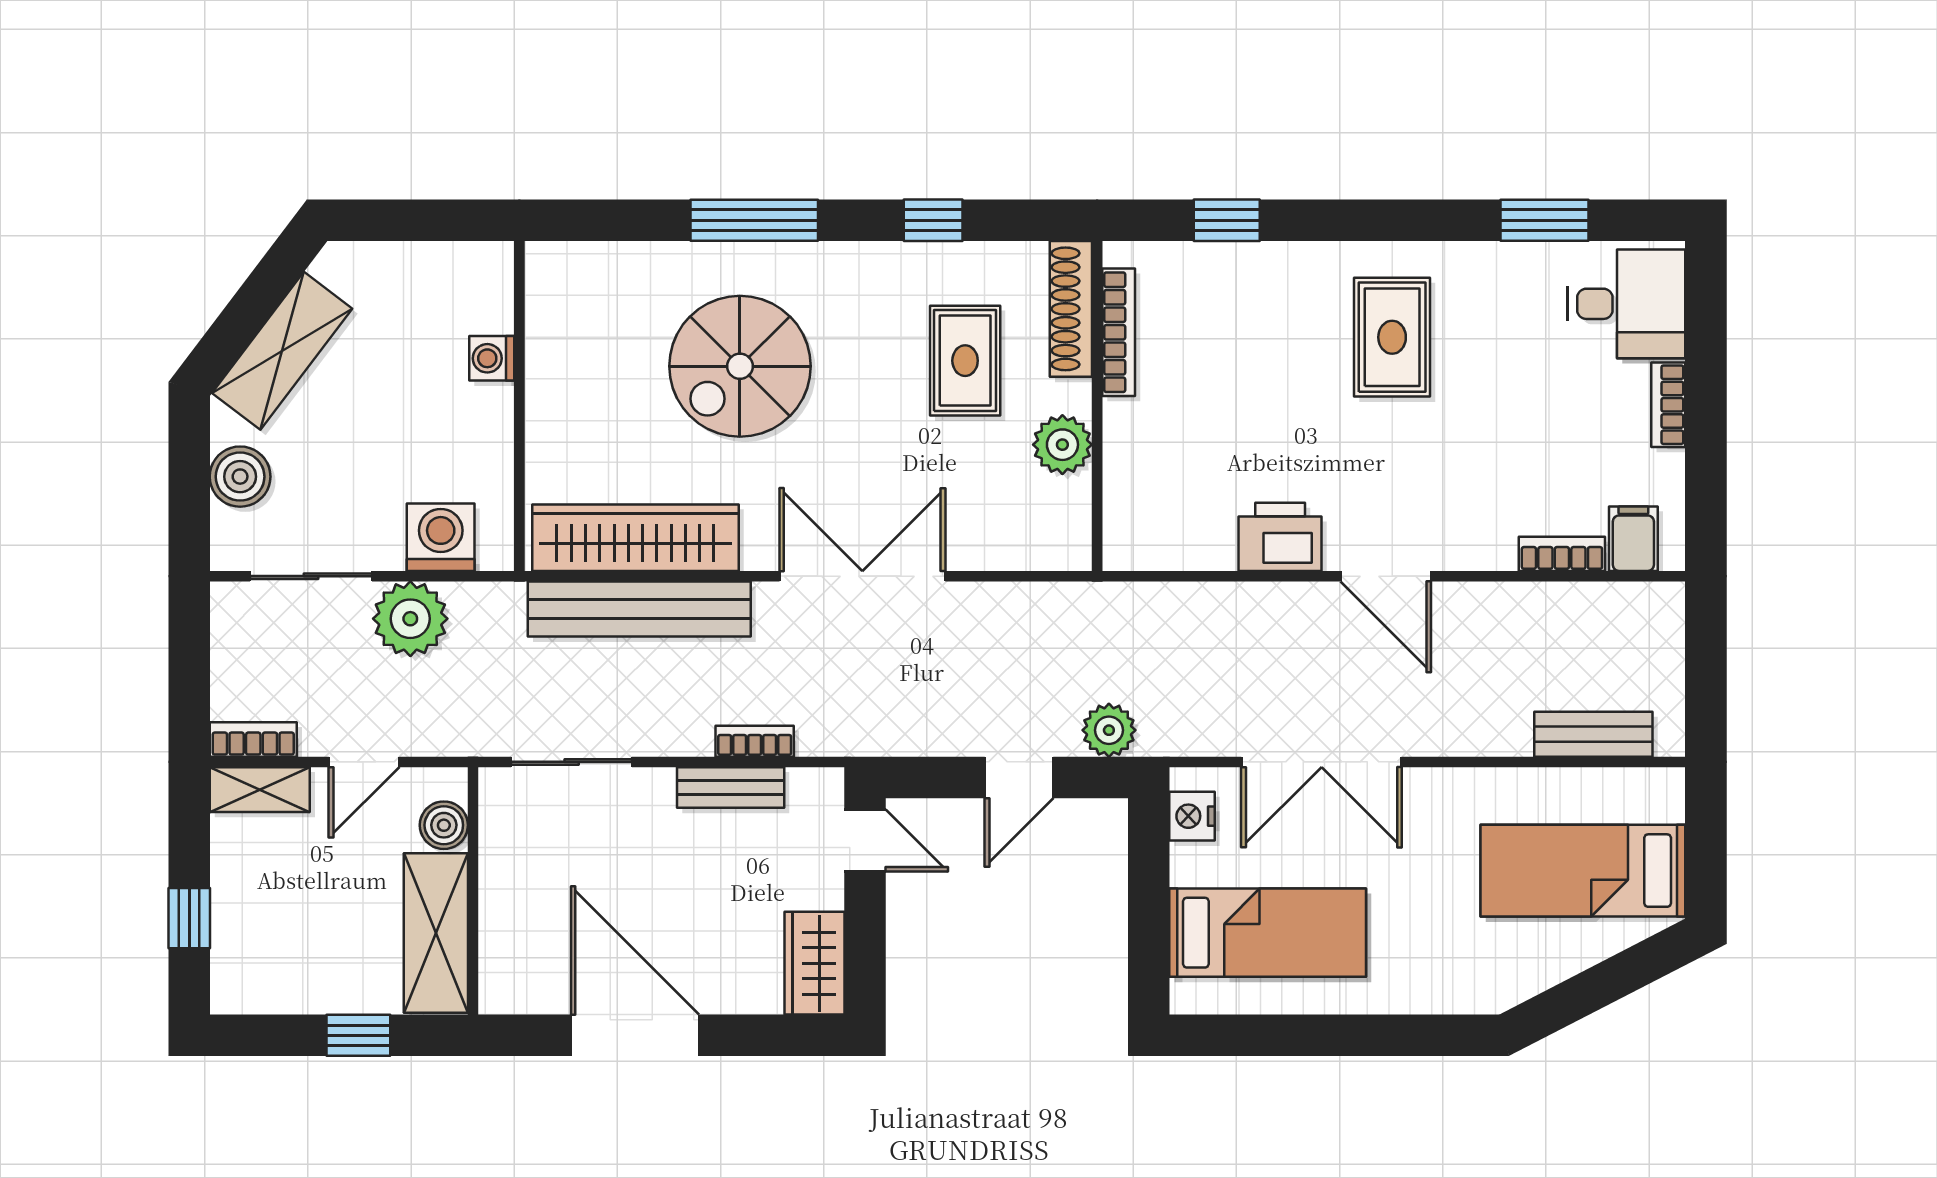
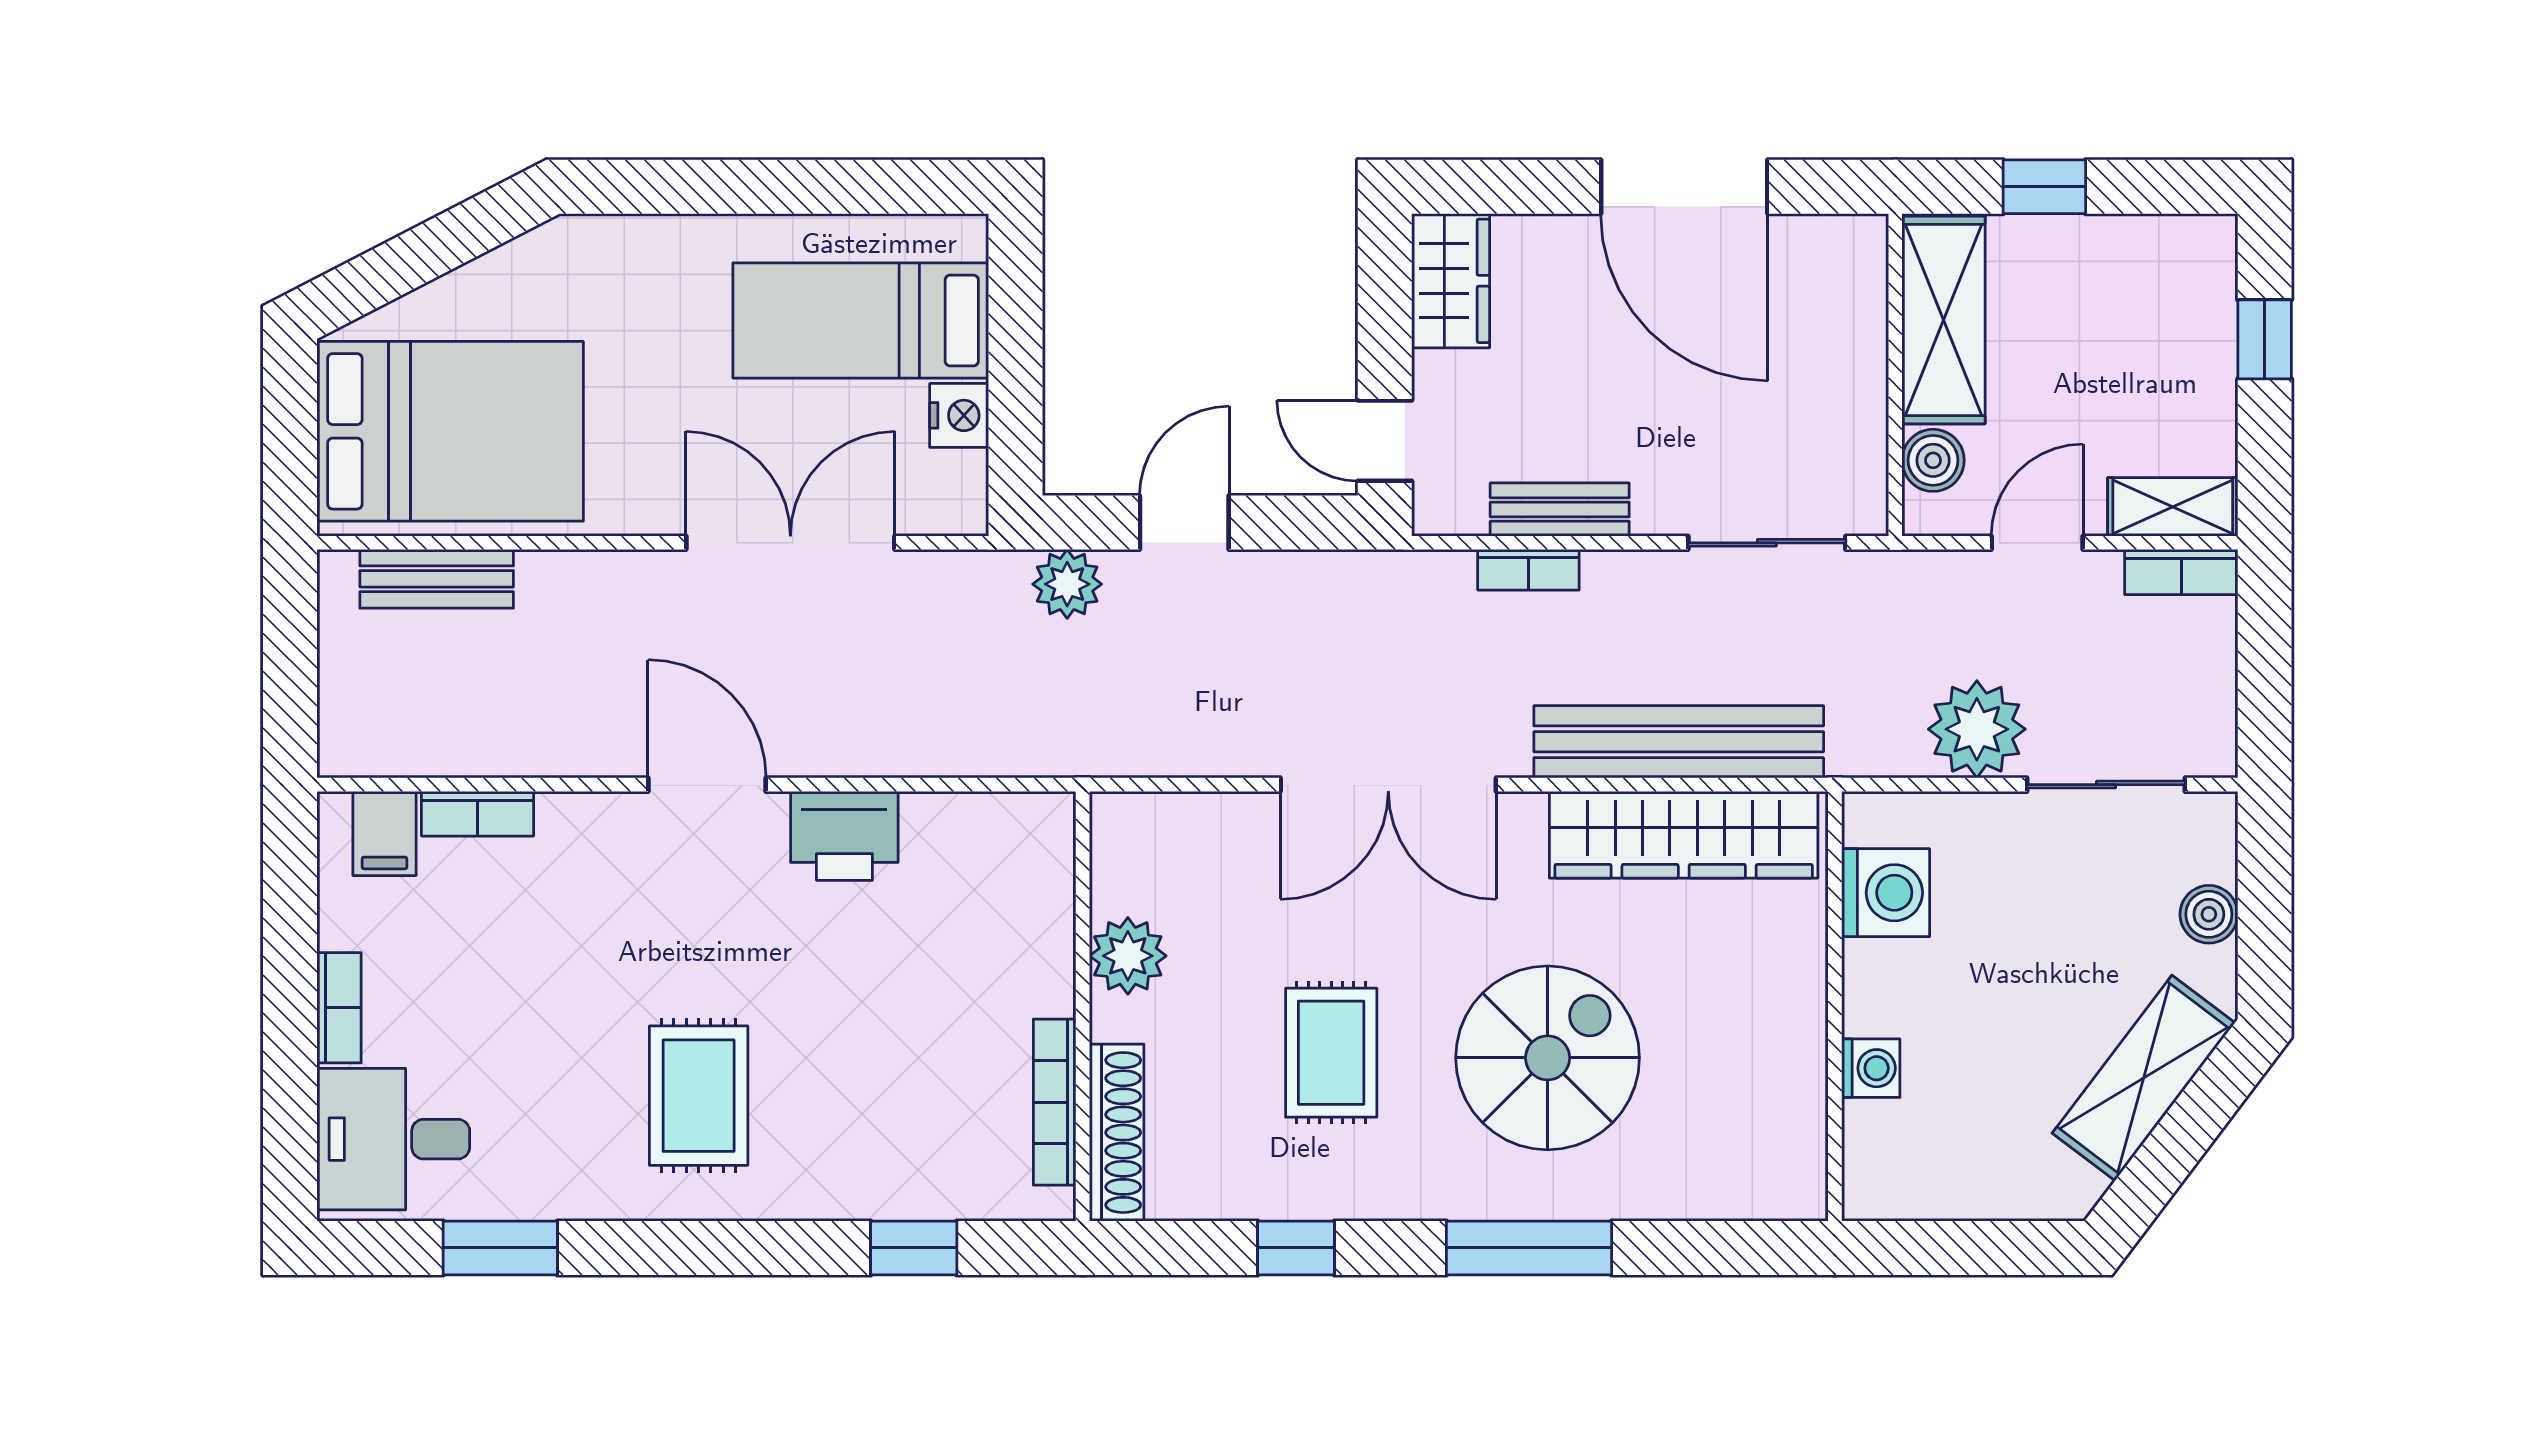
rug: (965, 361) -> (1331, 1053), moved
boiler: (240, 477) -> (2209, 914), width x0.73, depth x0.73
washing machine: (441, 537) -> (1886, 893), moved, turned -90
nightstand: (1192, 816) -> (959, 415), moved
bed: (1583, 871) -> (450, 431), width x1.50

